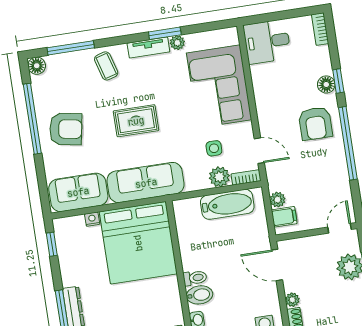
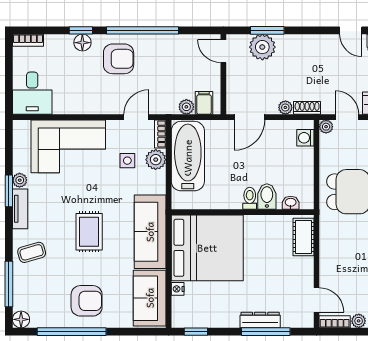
armchair: (66, 129) -> (87, 301), turned 80
bathtub: (227, 204) -> (188, 156), width x1.36, depth x1.36

